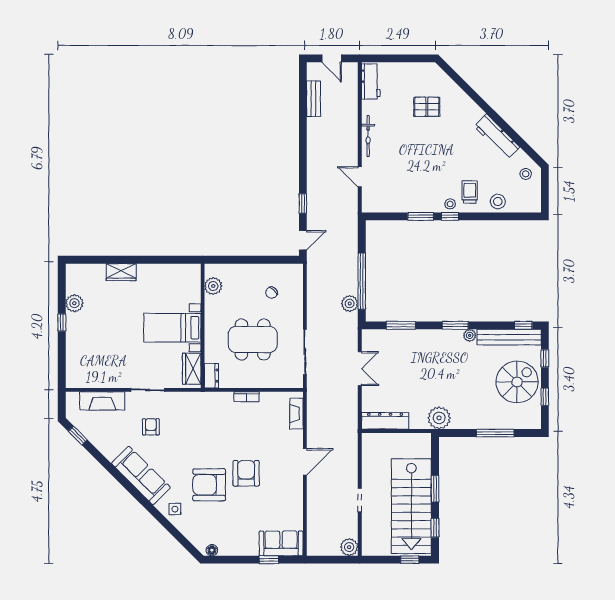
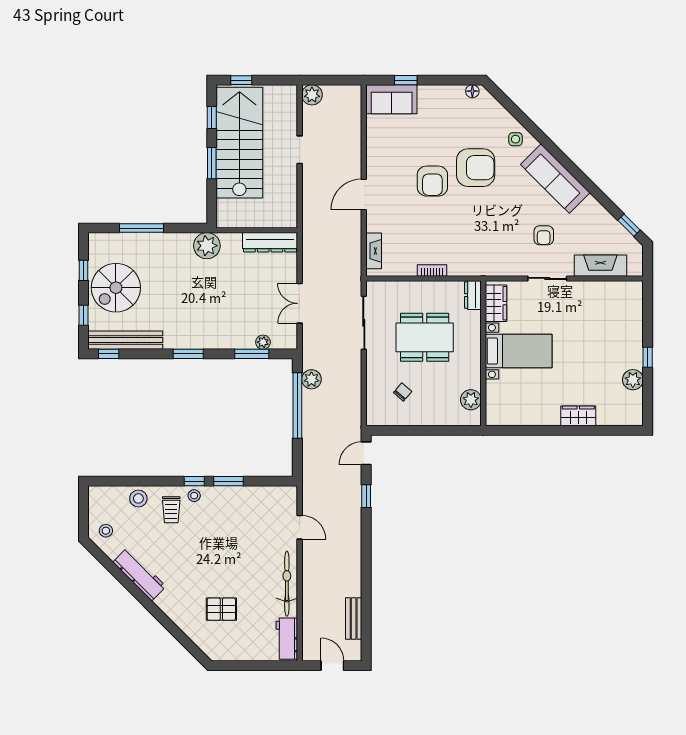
bicycle: (368, 136) -> (287, 584), width x1.37, depth x1.40
plant: (470, 335) -> (263, 342), moved

